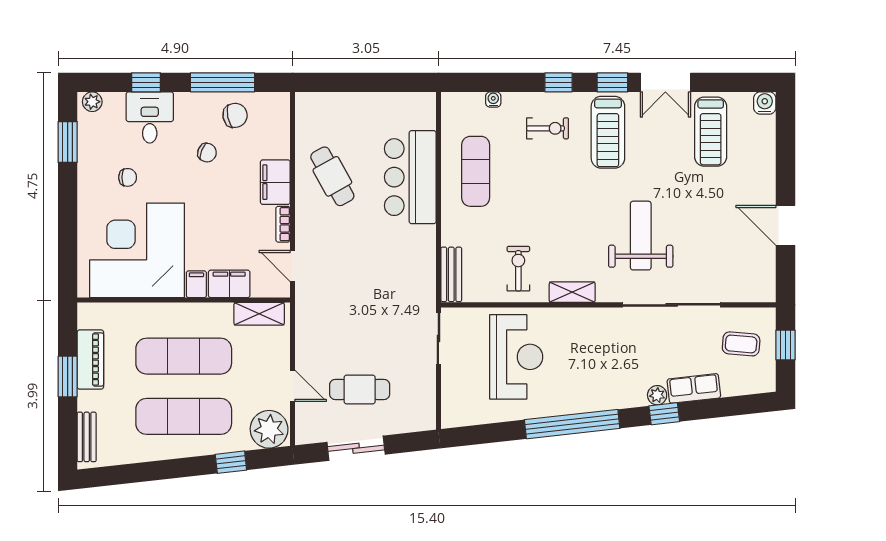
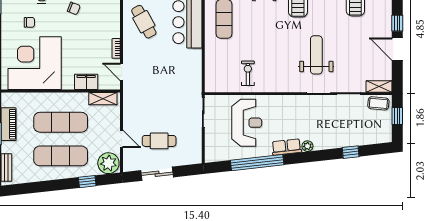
window: (785, 179) -> (397, 23), added
filing cabinet: (275, 182) -> (112, 25), removed
bench: (451, 274) -> (210, 77), removed
filing cabinet: (196, 284) -> (68, 82), removed
shelving: (572, 292) -> (379, 86), moved
coffee table: (741, 344) -> (378, 103), moved
row of seats: (694, 388) -> (287, 147), moved
plant: (657, 395) -> (307, 146), moved
window: (664, 414) -> (351, 152), moved
window: (572, 424) -> (257, 163), moved

